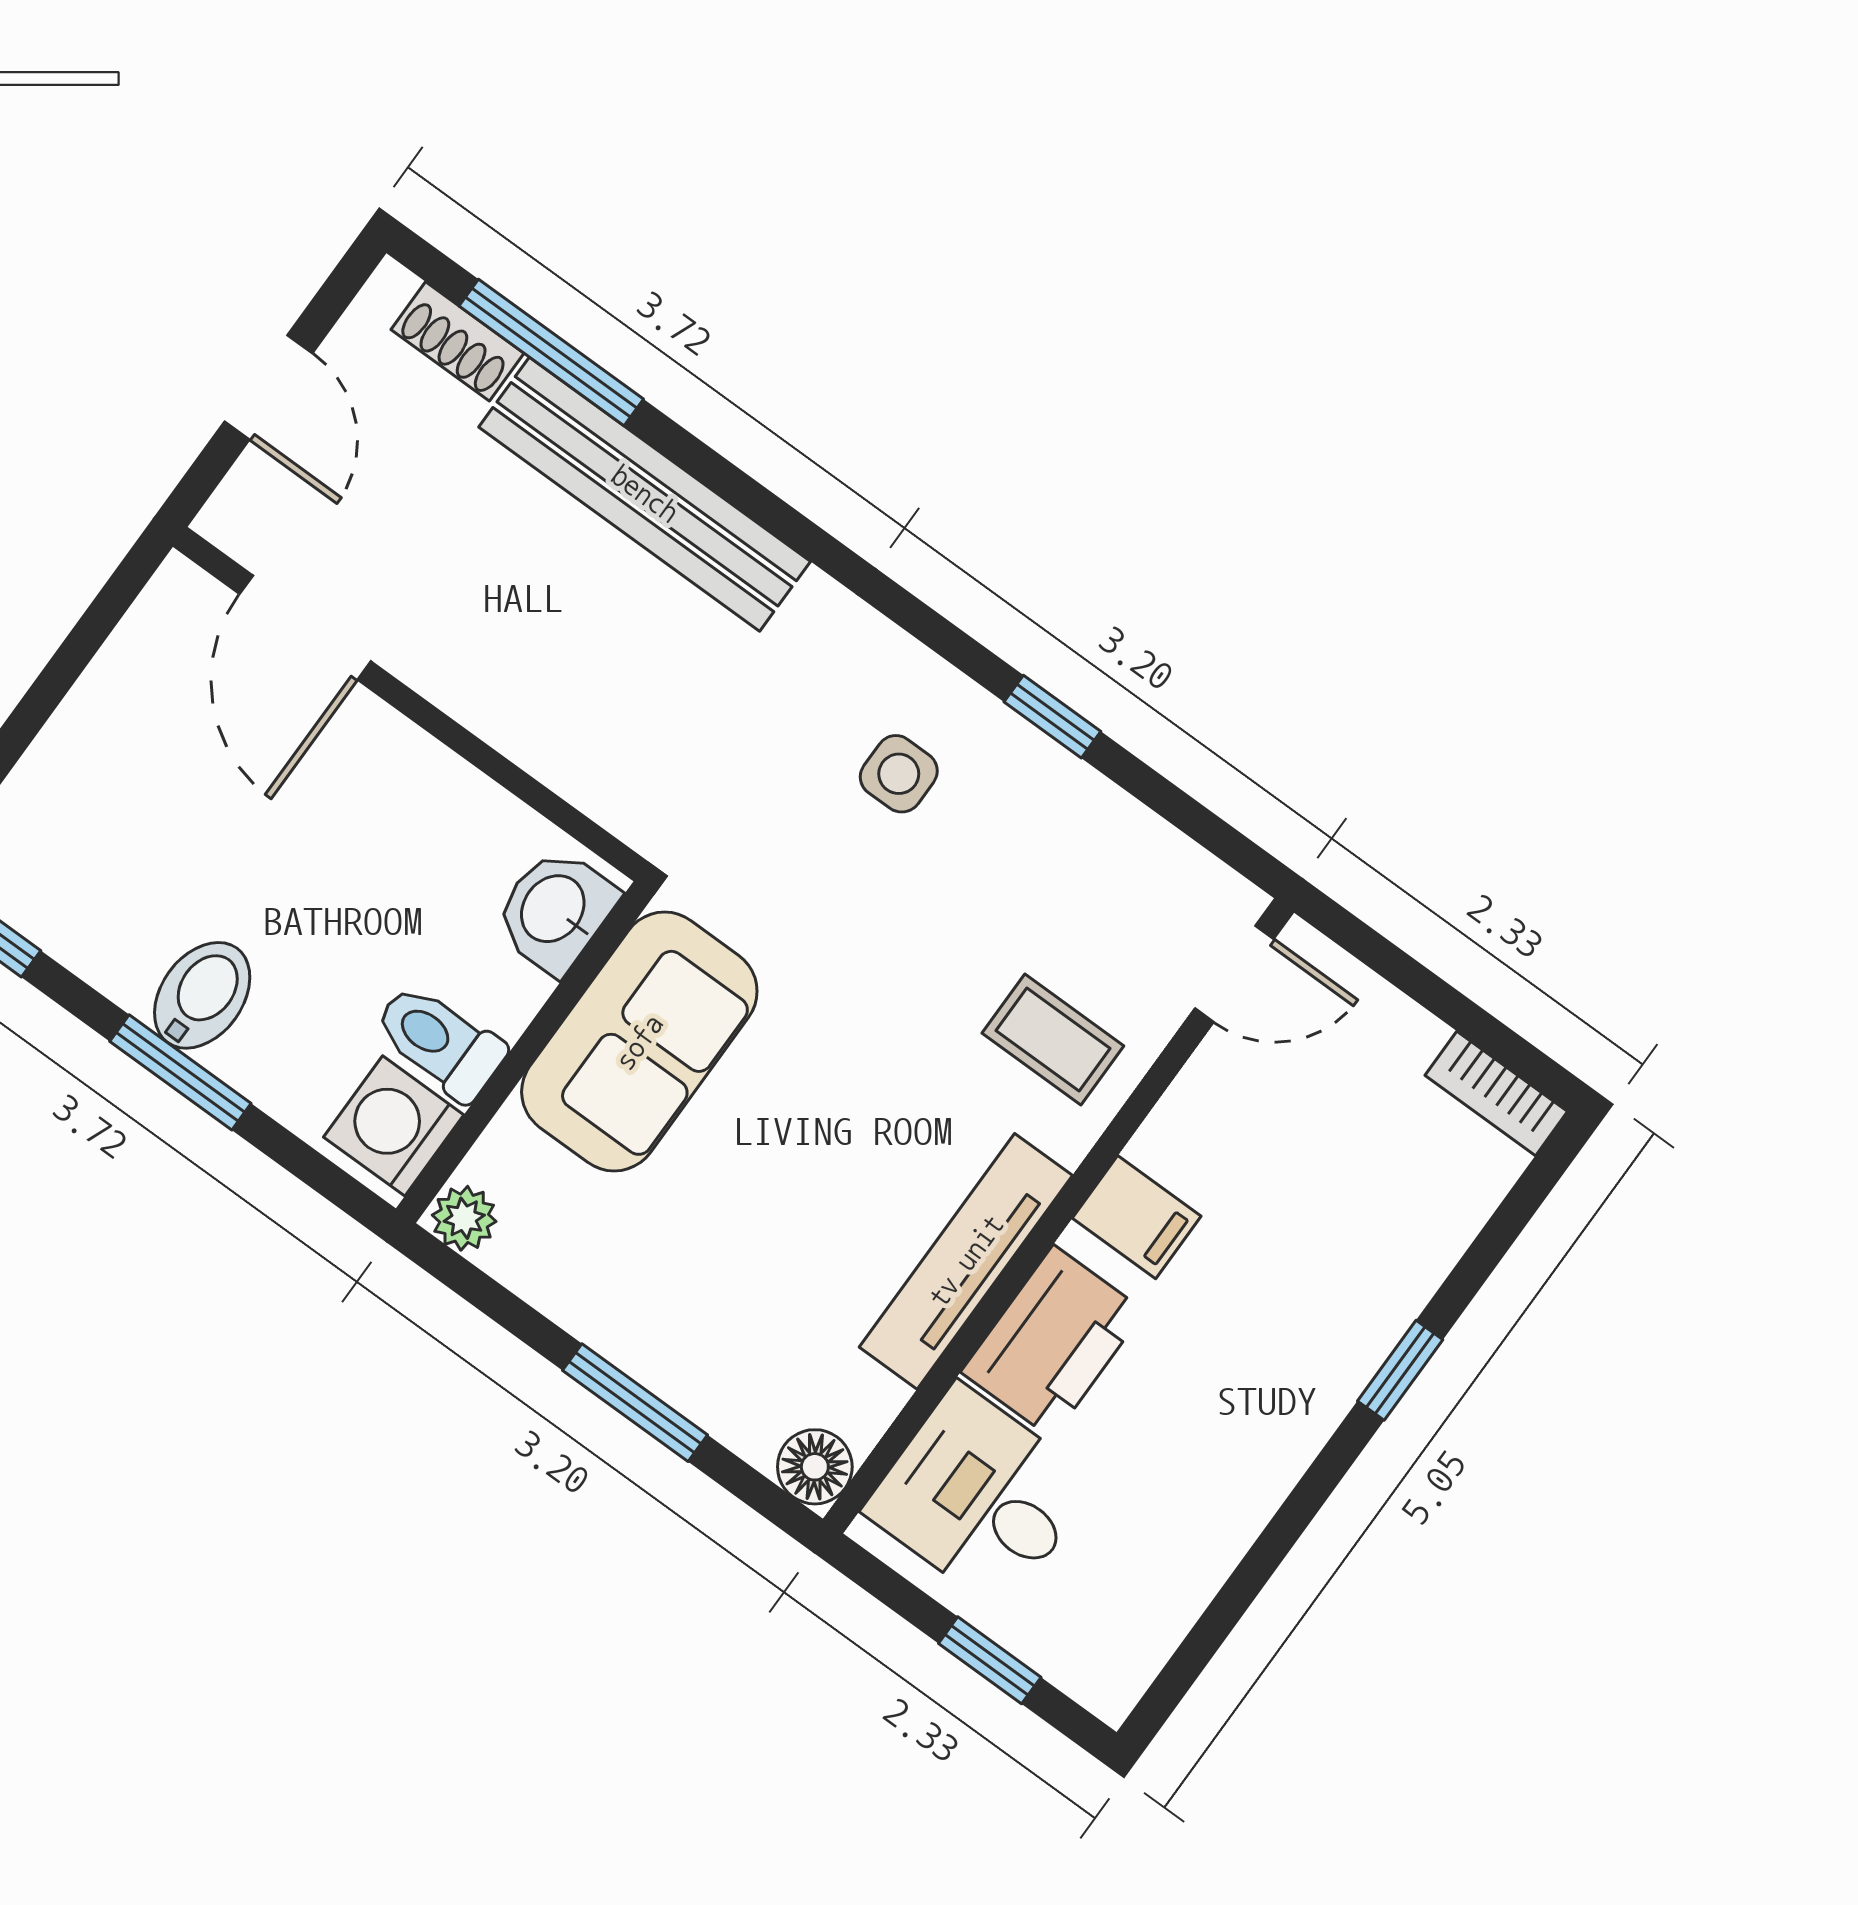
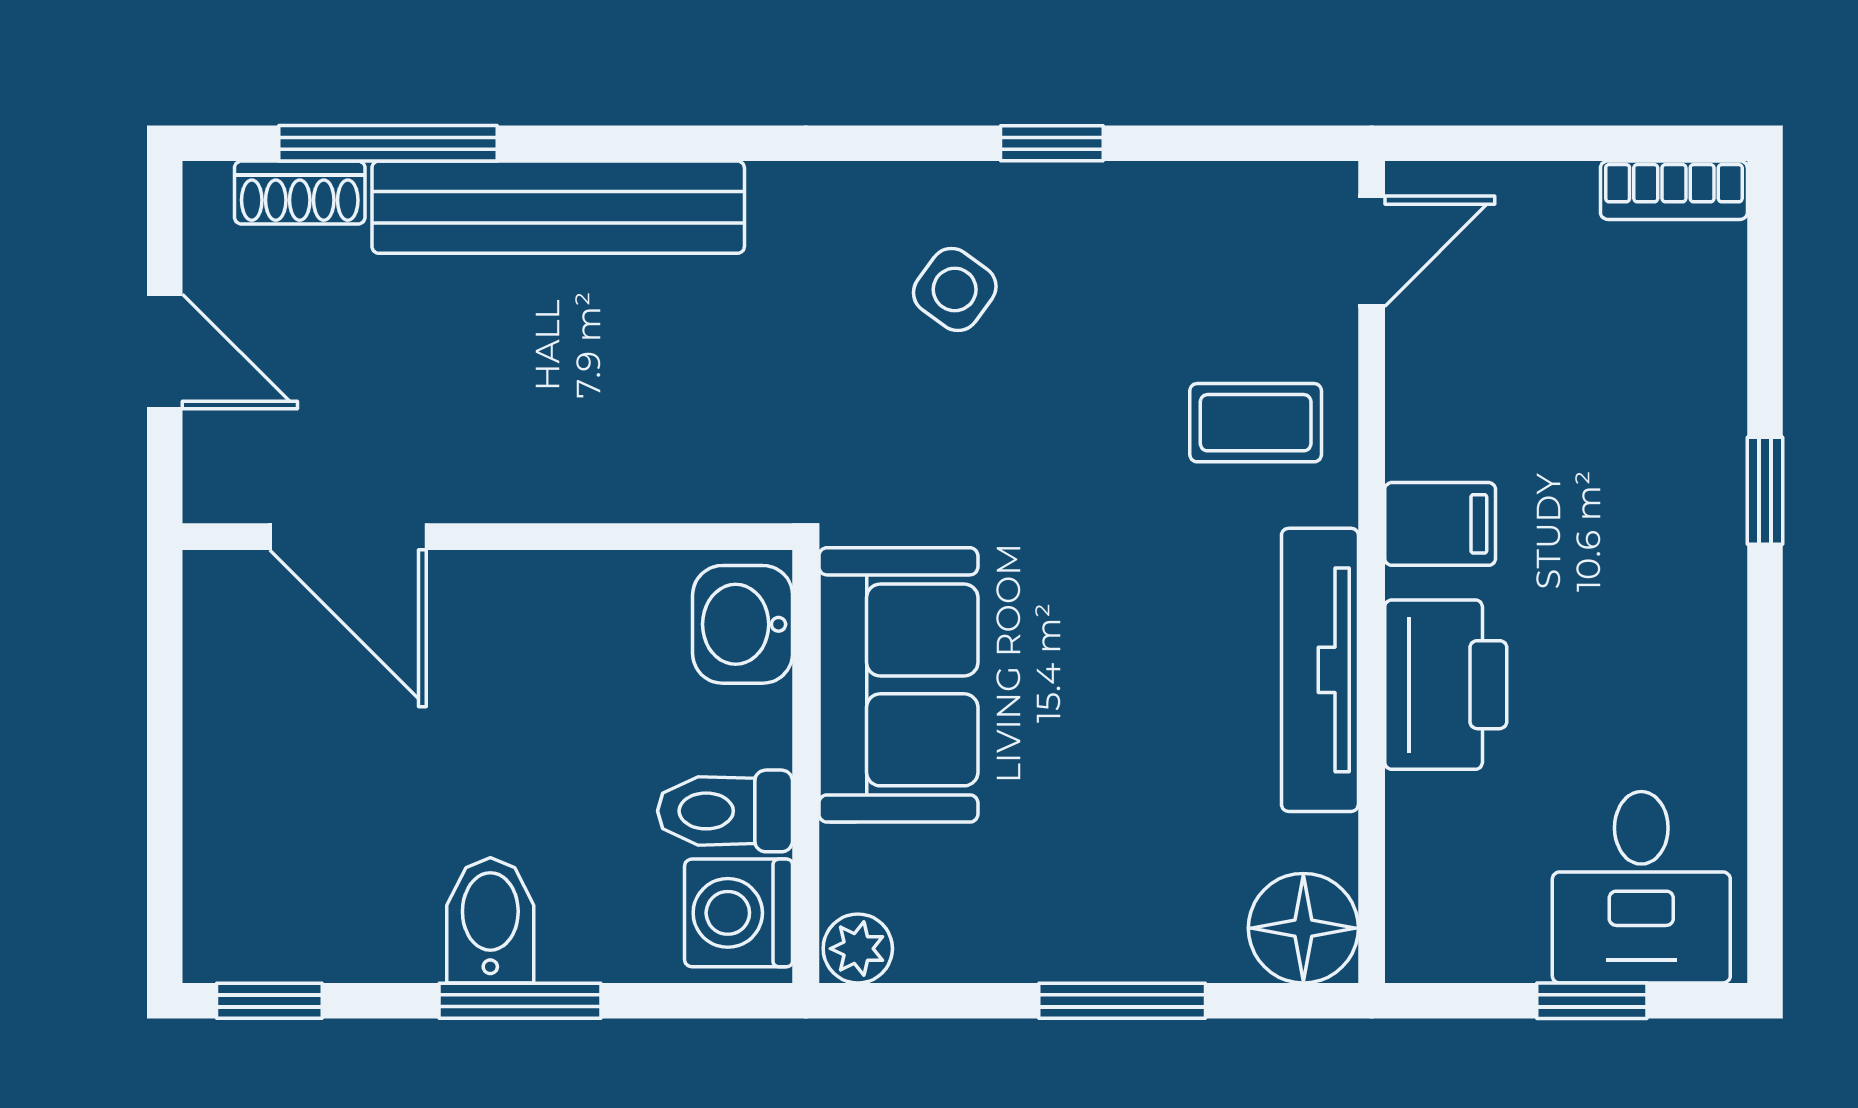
side table: (899, 774) -> (955, 289), turned 36
floor lamp: (815, 1467) -> (1303, 928), width x1.38, depth x1.38
desk: (980, 1497) -> (1641, 887), moved, turned -90

